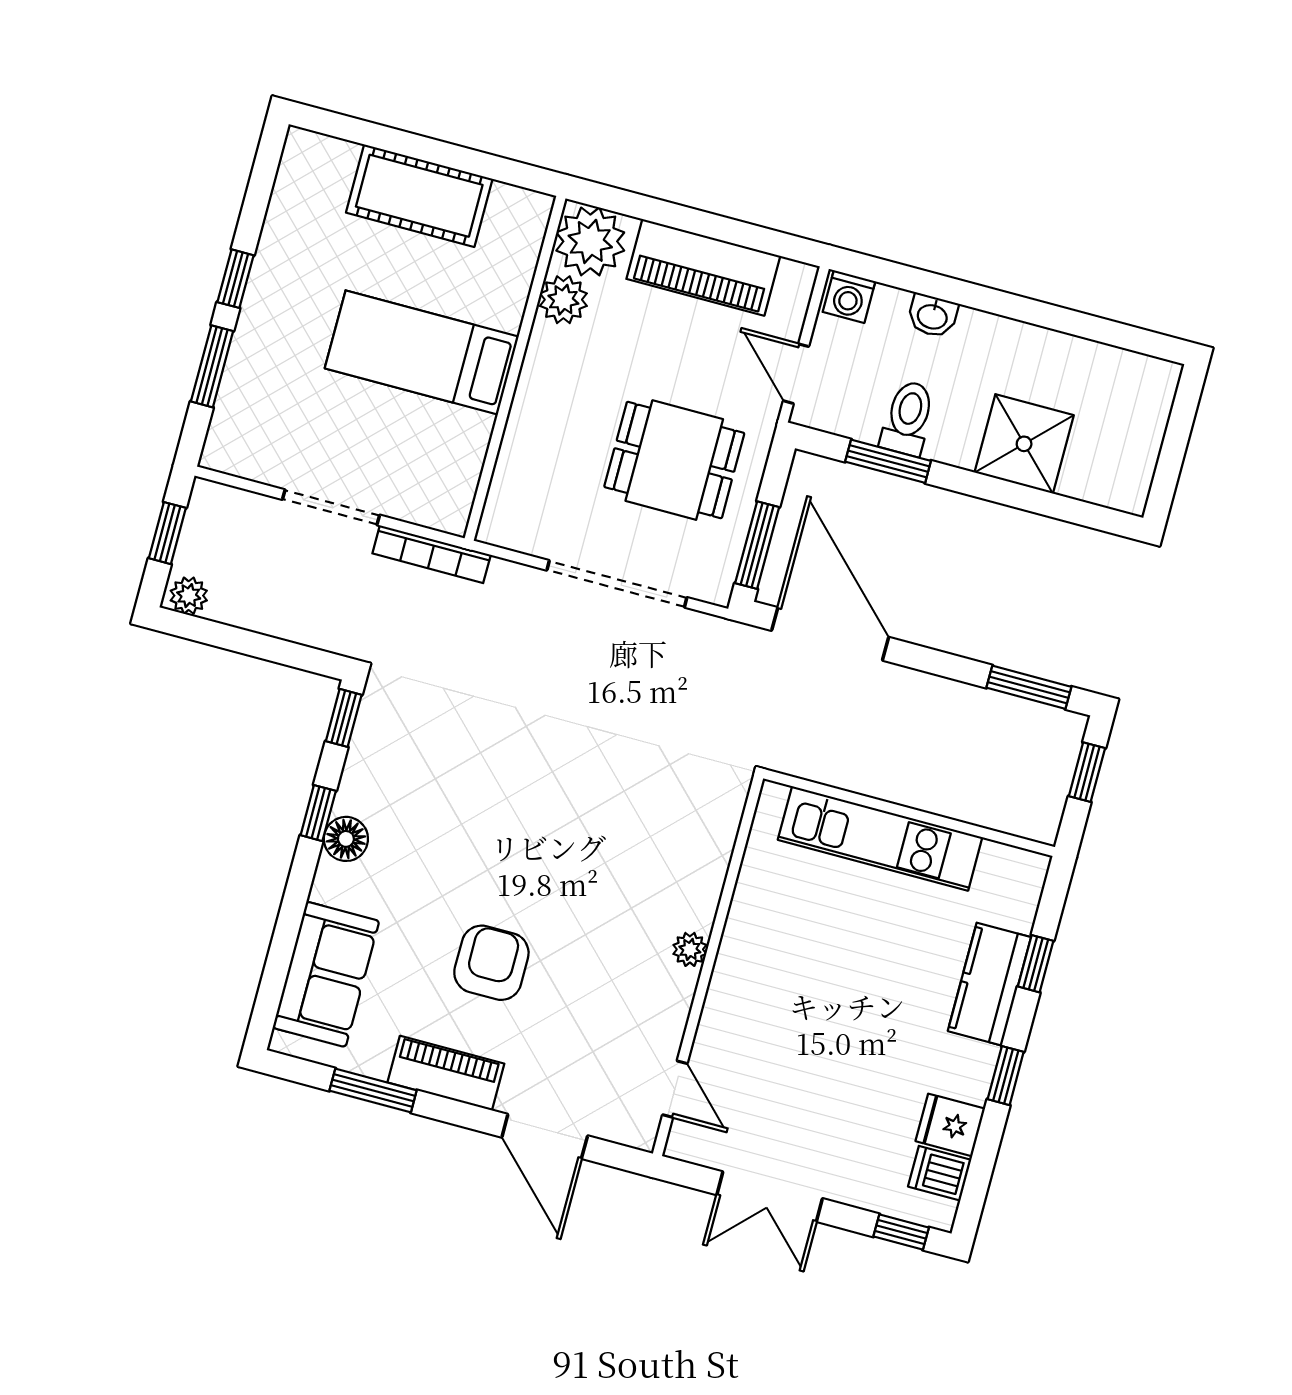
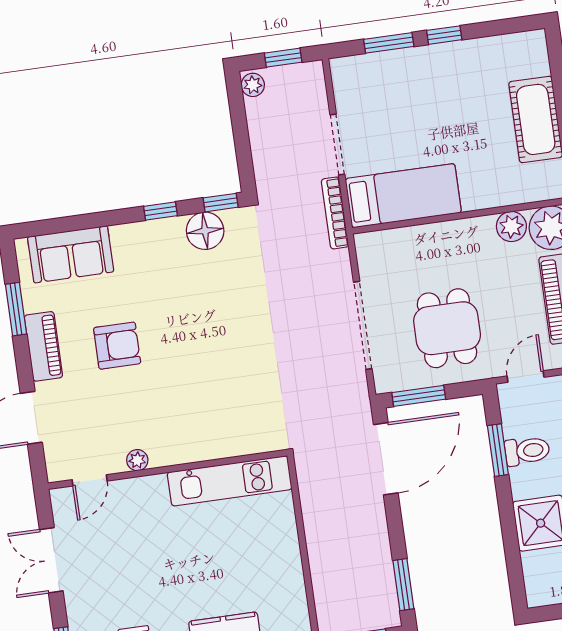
bed: (422, 353) -> (403, 196), moved, turned 90
kitchen unit: (880, 838) -> (230, 481), moved, turned -90
floor lamp: (346, 839) -> (205, 231), moved, width x1.38, depth x1.38
plant: (690, 949) -> (137, 460), moved

